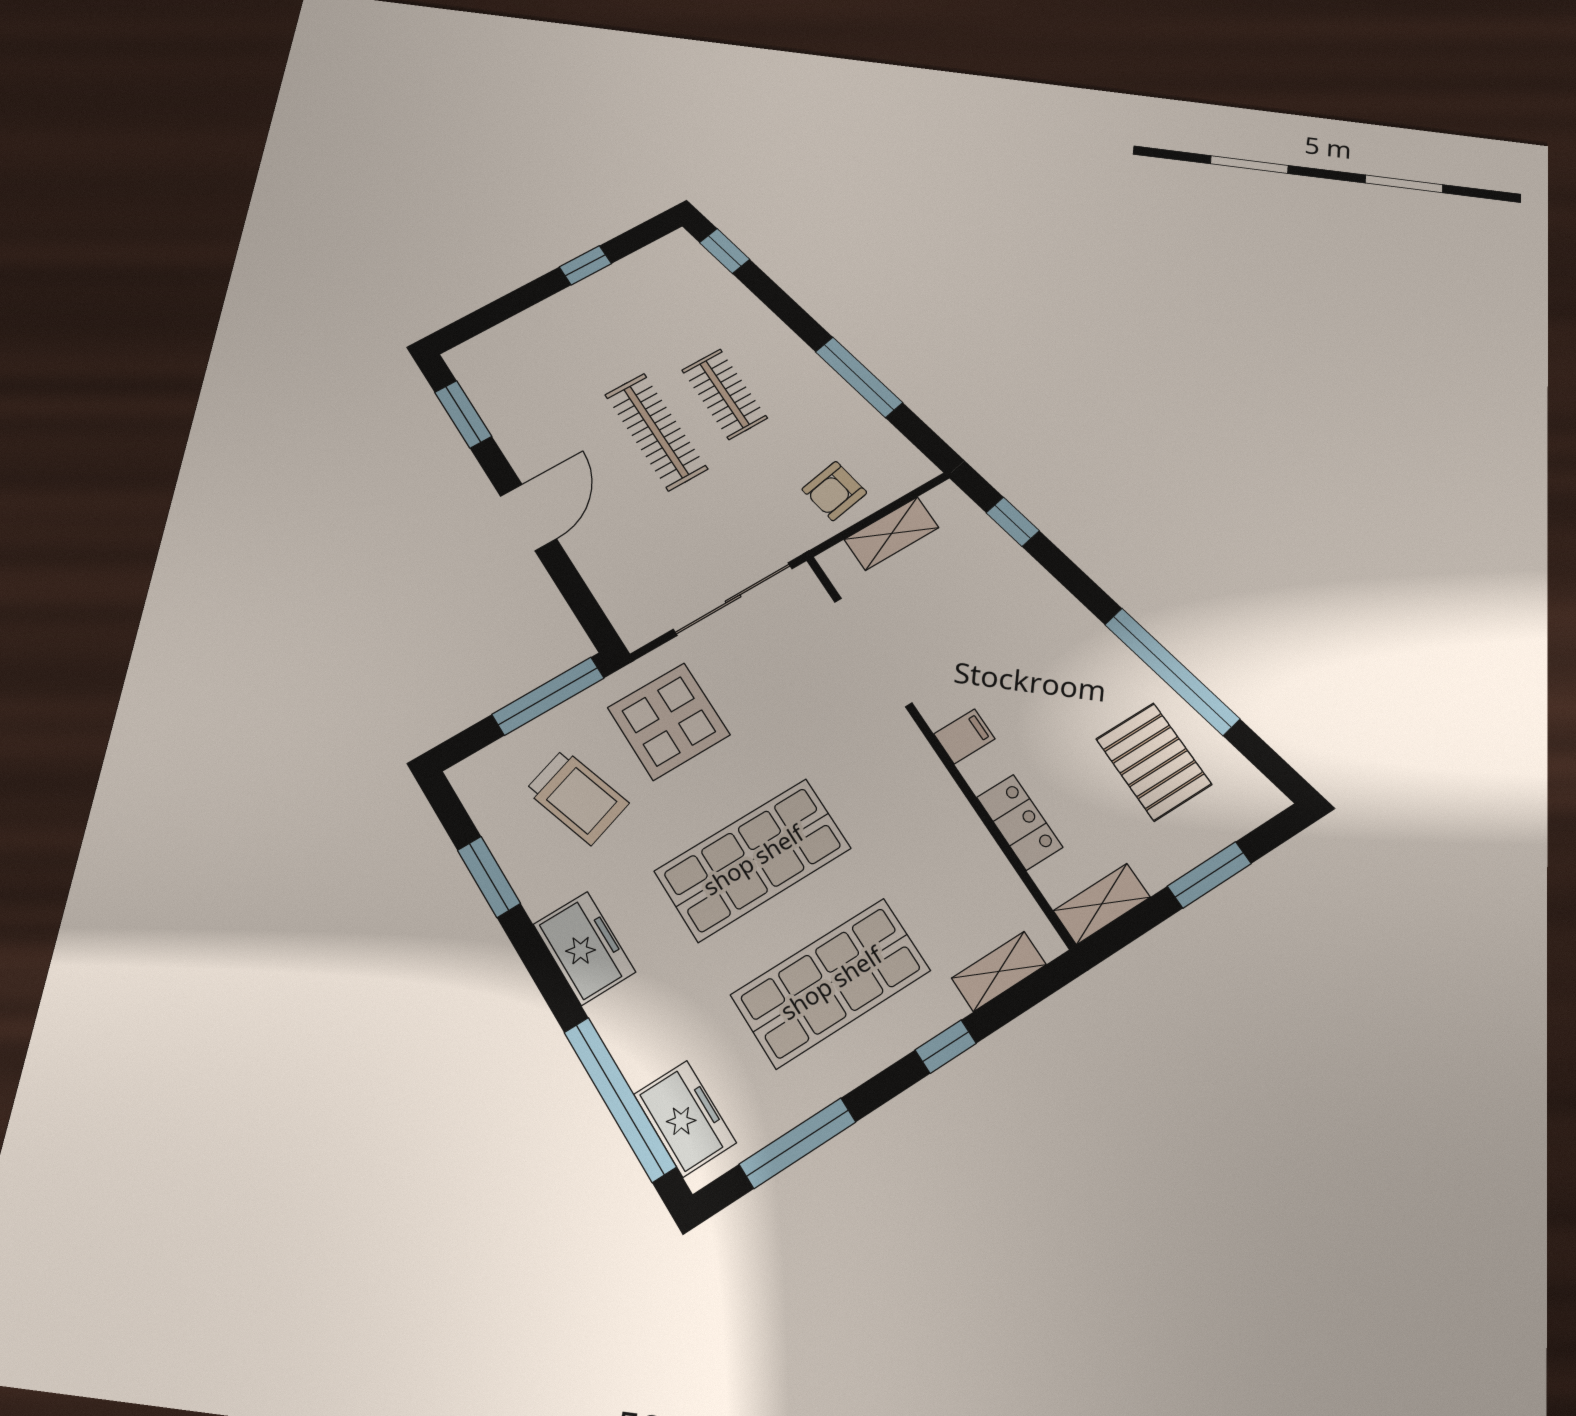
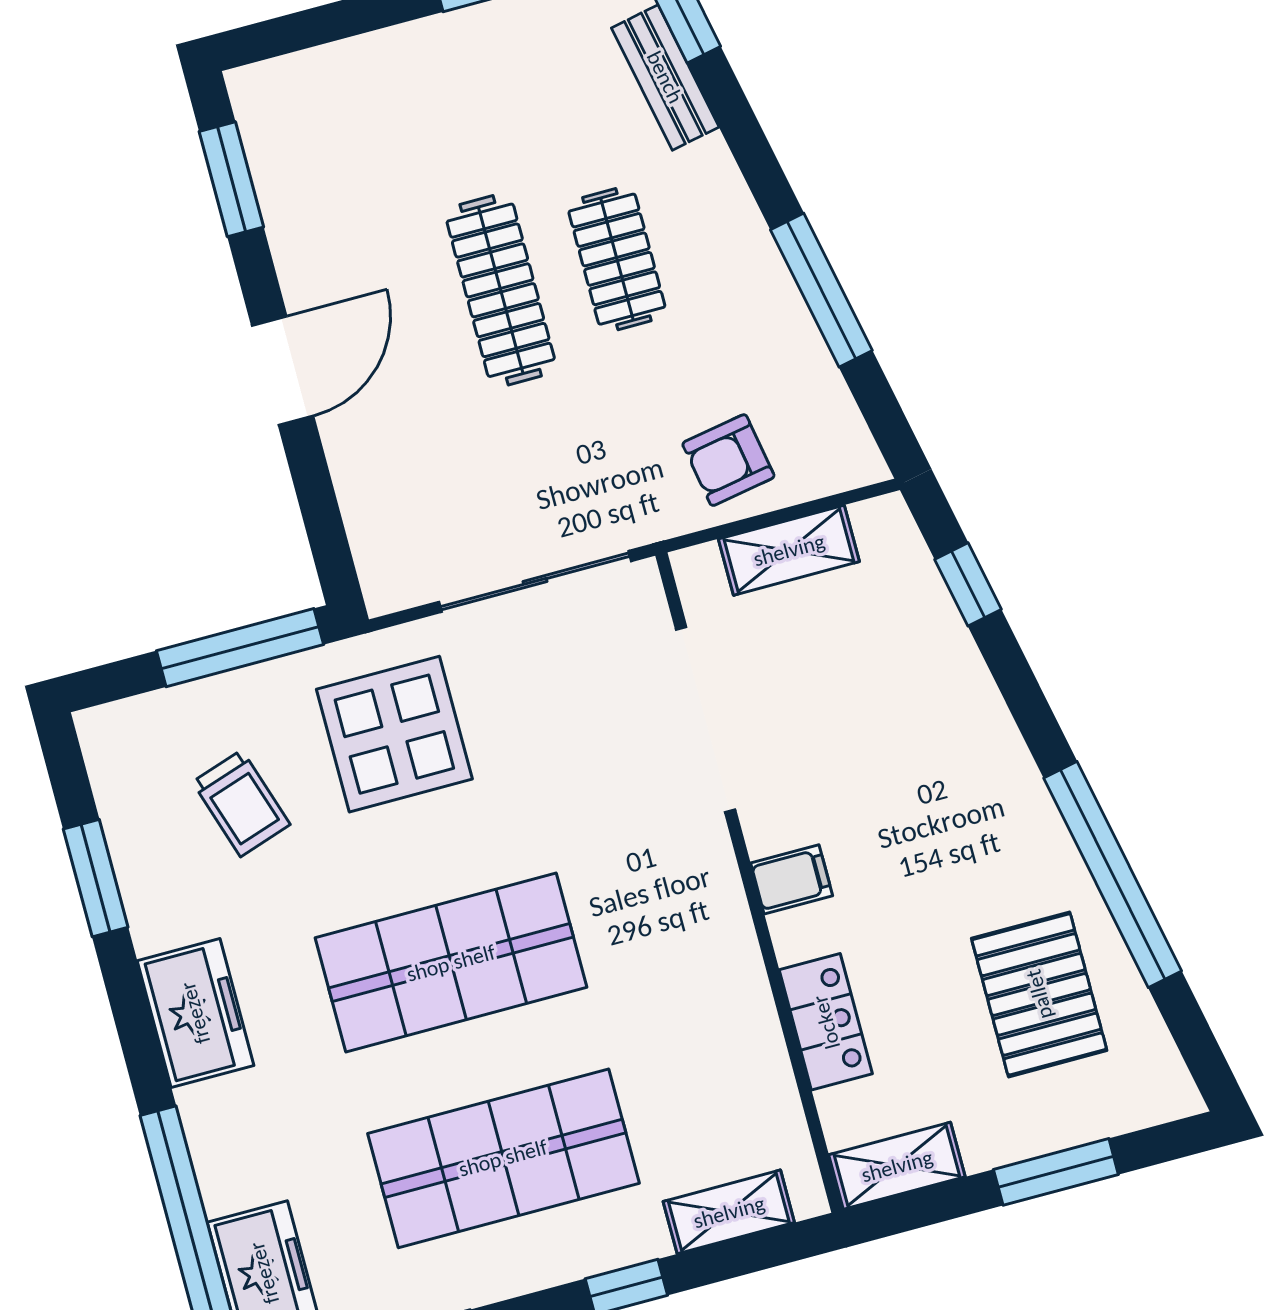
bench: (721, 285) -> (665, 77), added
trolley: (577, 797) -> (241, 803), width x0.73, depth x0.72

